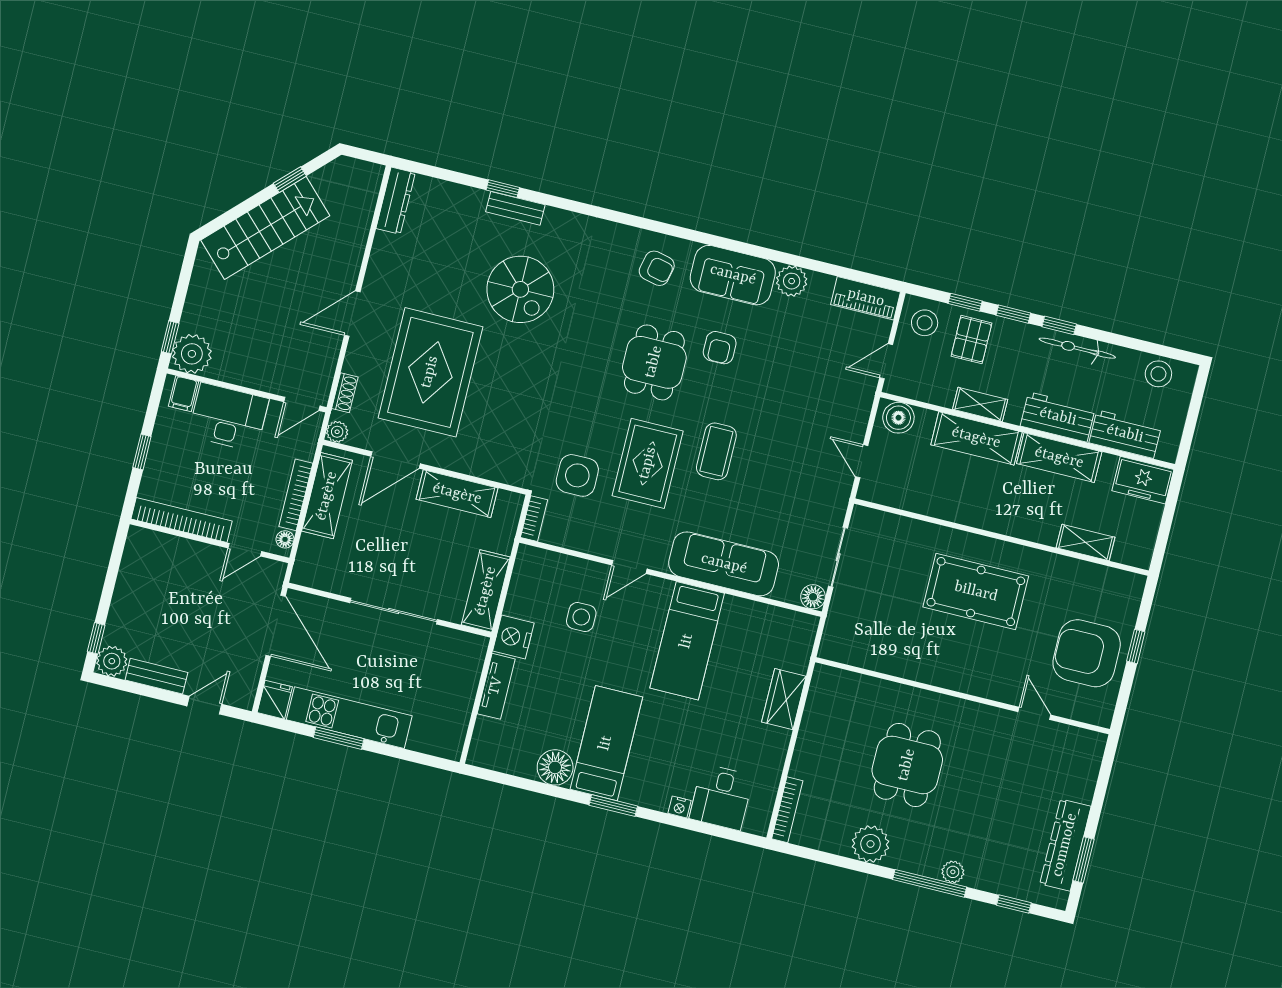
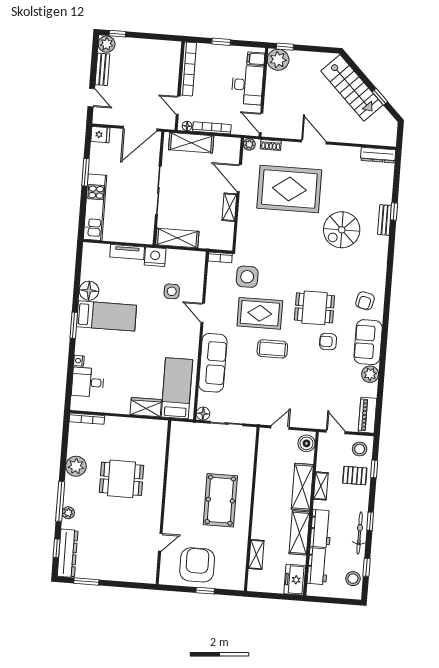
window: (1013, 314) -> (367, 567), moved
shelving: (457, 494) -> (229, 207), width x0.67, depth x0.75
shelving: (327, 496) -> (191, 143), moved
bed: (687, 641) -> (177, 388), moved, turned 90
kitchen unit: (349, 718) -> (95, 207), moved
dresser: (1065, 845) -> (68, 553), moved, turned 90

